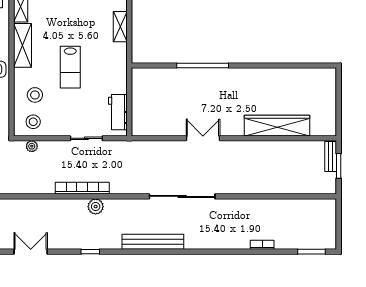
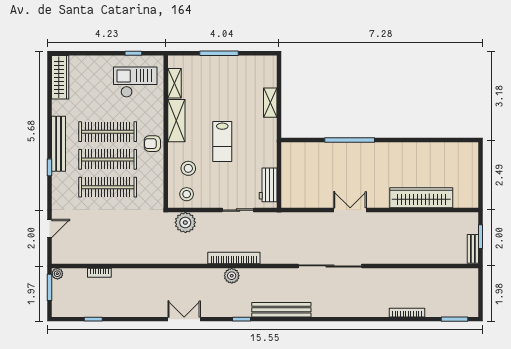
plant: (32, 146) -> (185, 222), width x1.88, depth x1.88
bench: (331, 156) -> (473, 249), moved
plant: (96, 207) -> (232, 276), moved
bench: (153, 242) -> (281, 310), moved
bookcase: (262, 245) -> (407, 313), width x1.56

